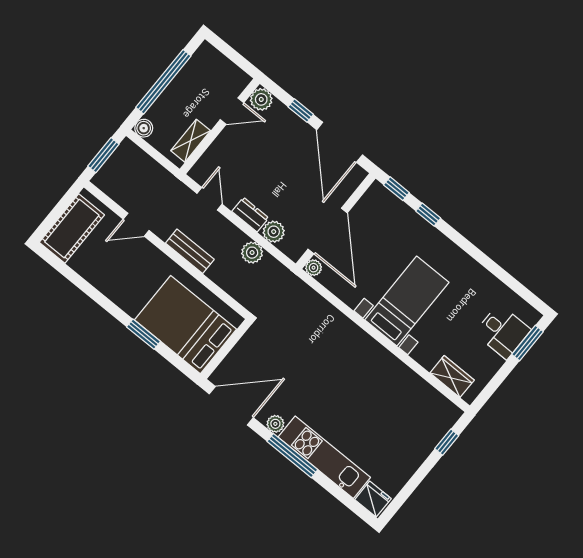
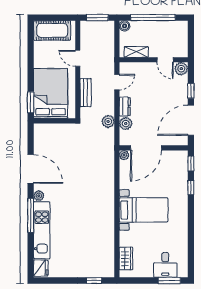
bed: (186, 325) -> (51, 93), moved
wall: (226, 349) -> (54, 121), moved

